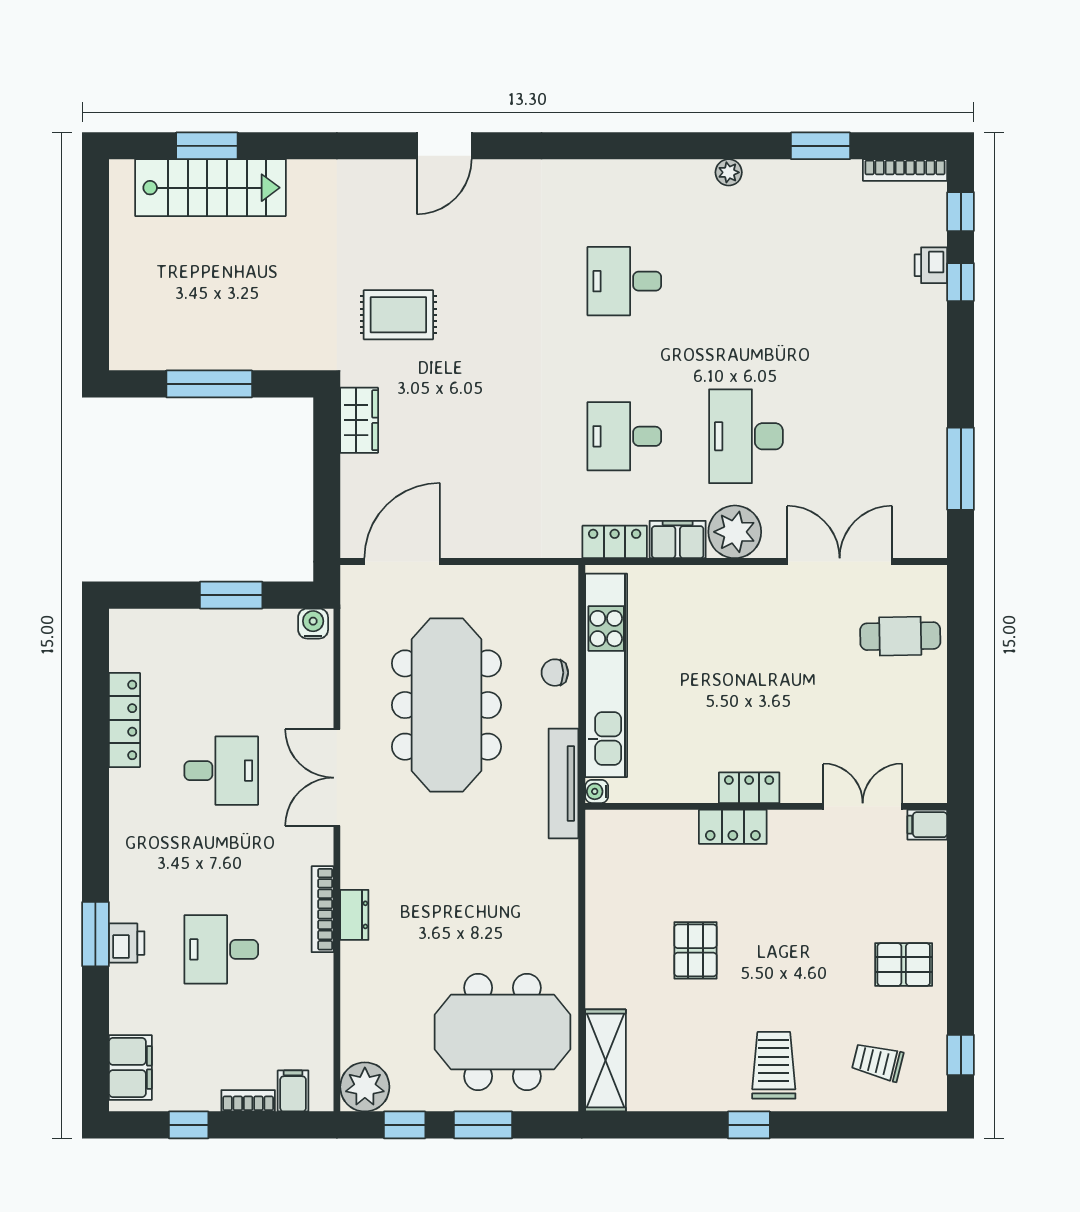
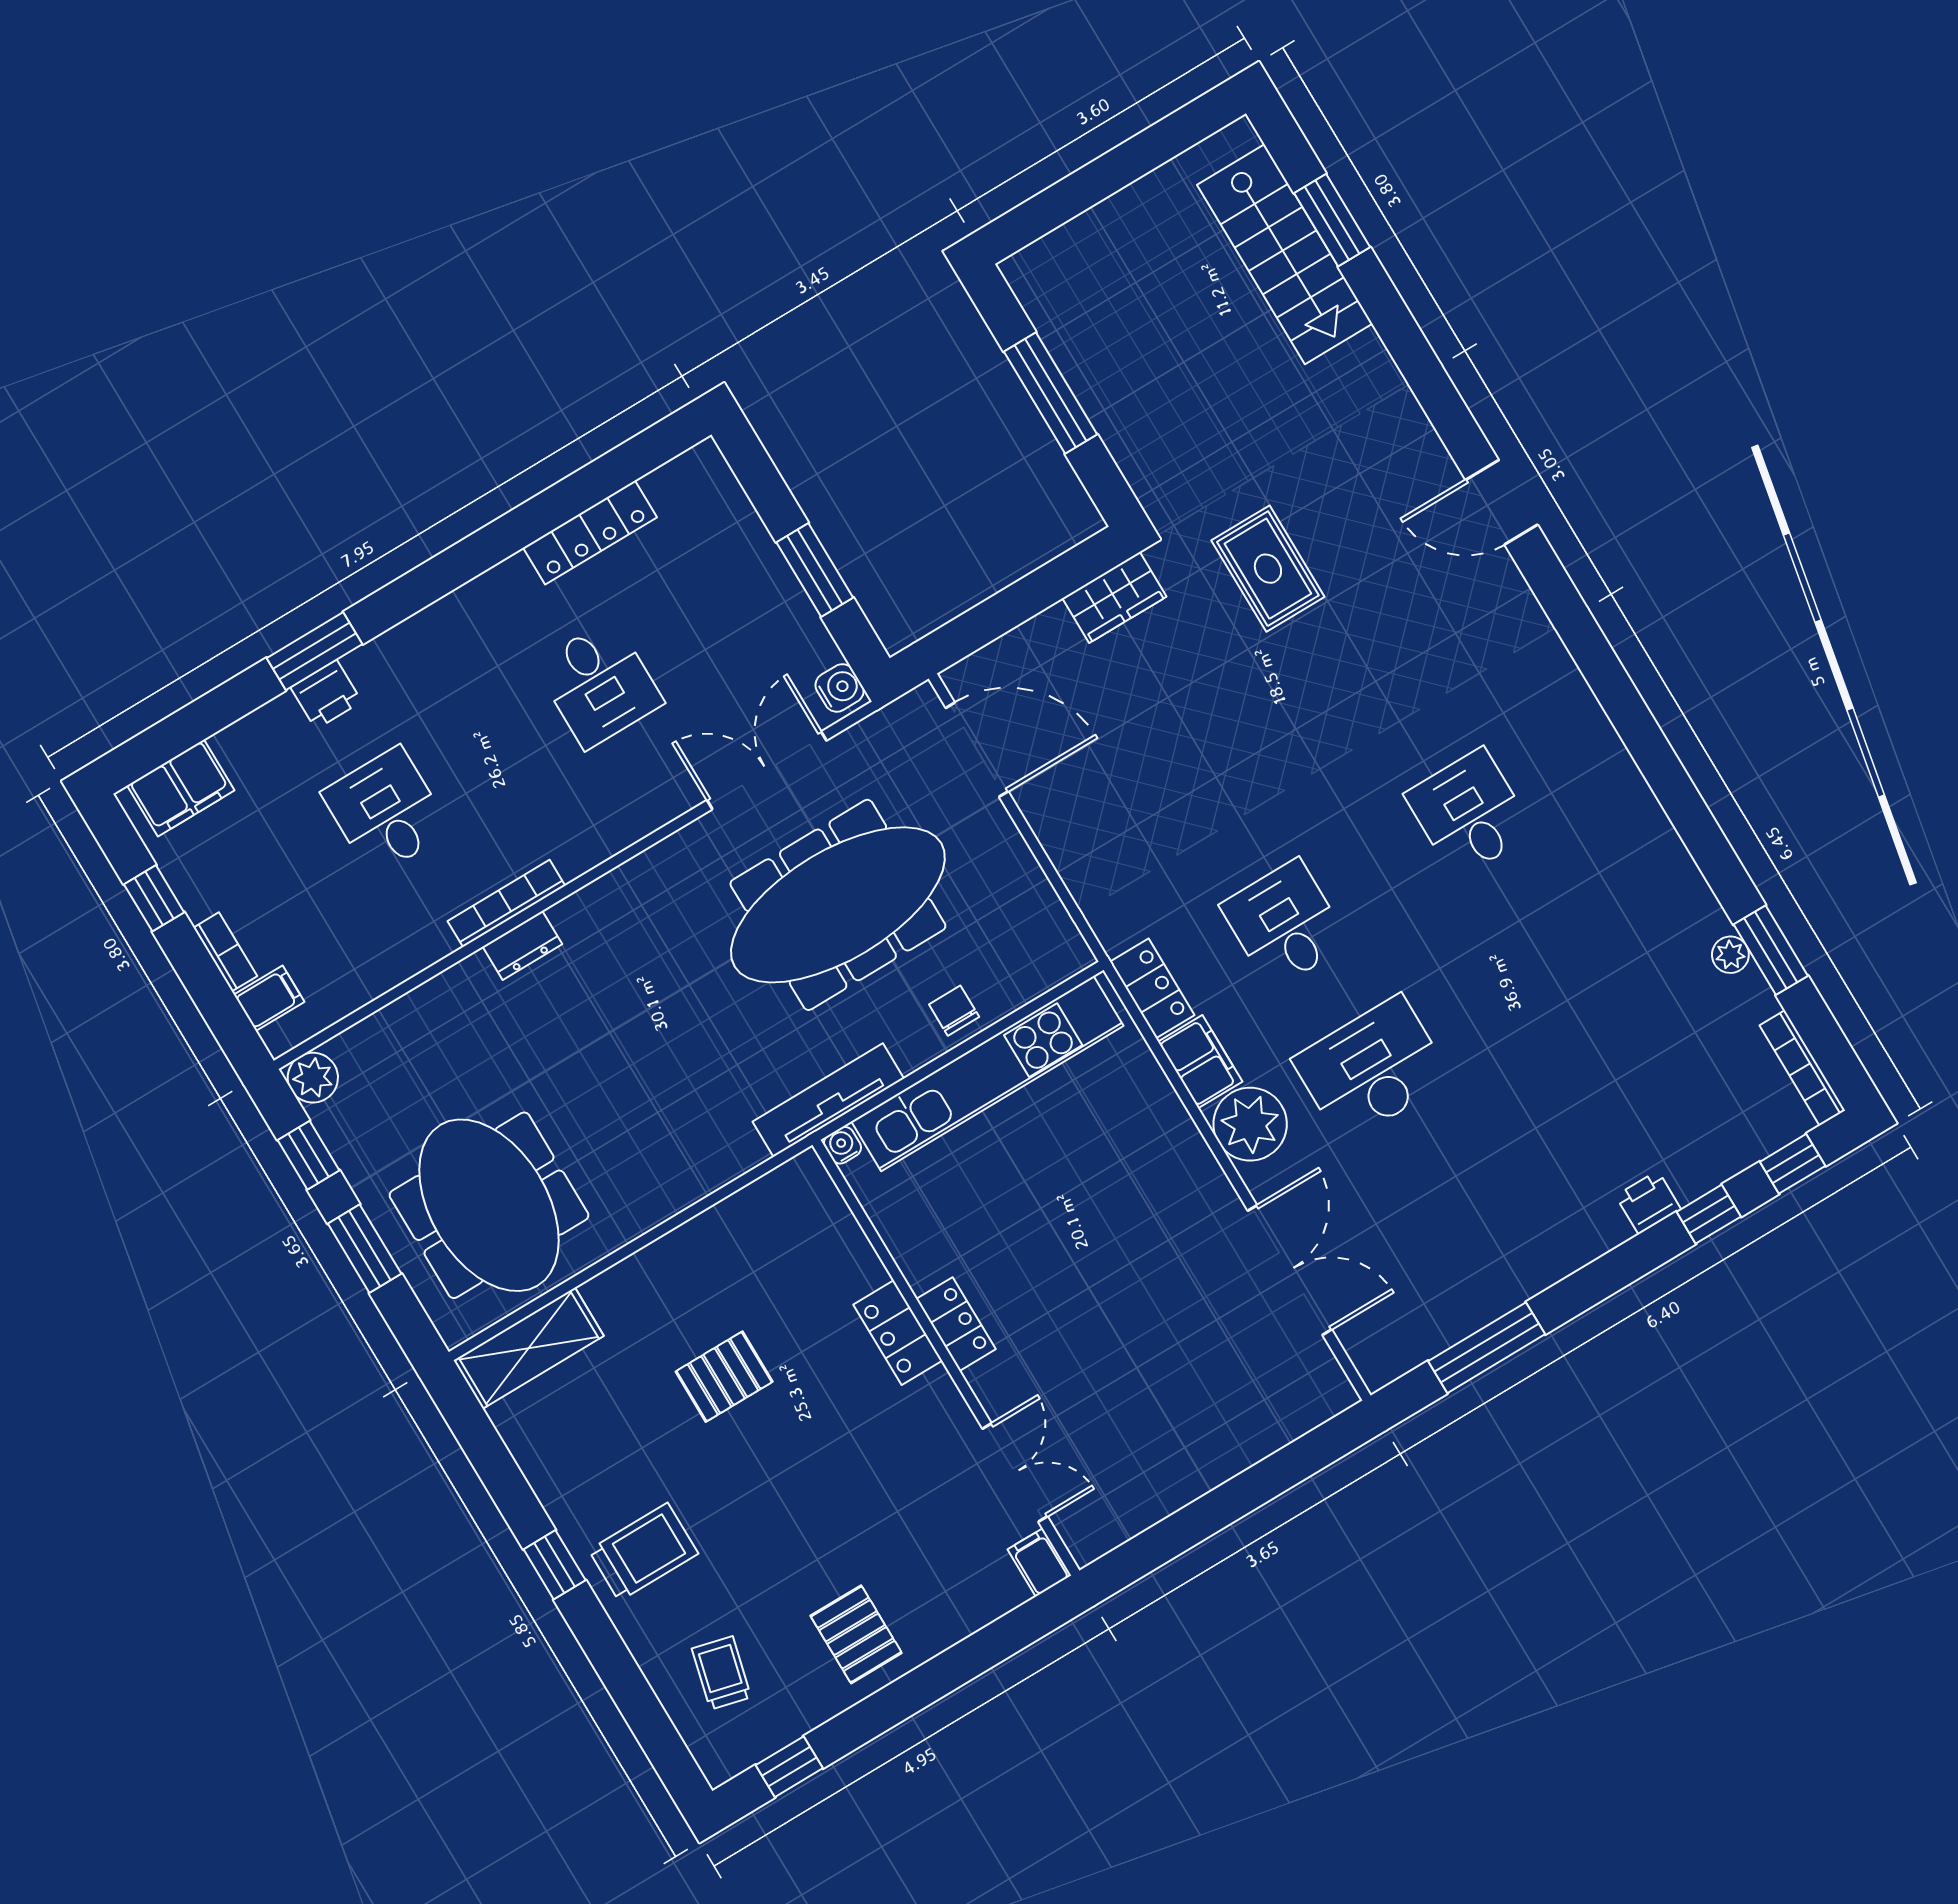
plant: (729, 172) -> (1730, 955), moved
printer: (931, 265) -> (1648, 1202), moved
cafe table: (900, 636) -> (1244, 1396), removed
double door: (337, 778) -> (767, 770), moved
plant: (365, 1087) -> (313, 1078), width x0.73, depth x0.73

